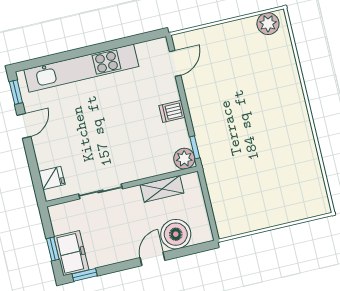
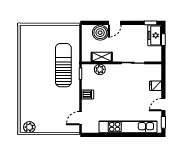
sun lounger: (231, 156) -> (63, 65), added
plant: (184, 159) -> (100, 69), moved
fridge: (52, 178) -> (156, 86), moved

